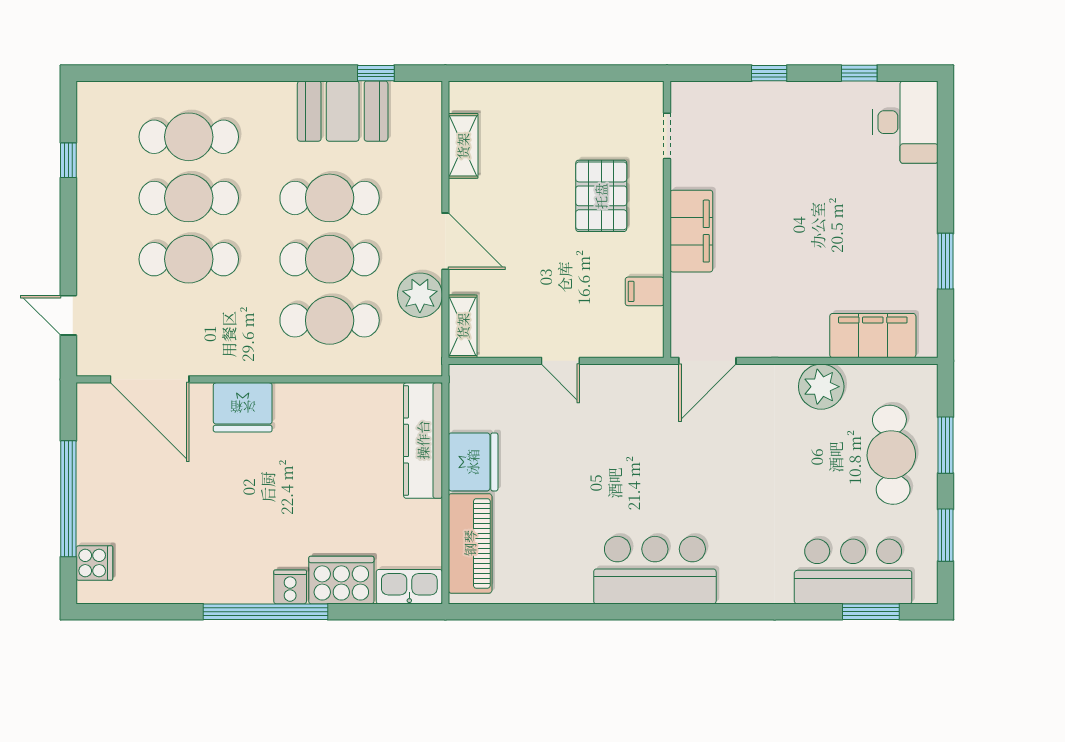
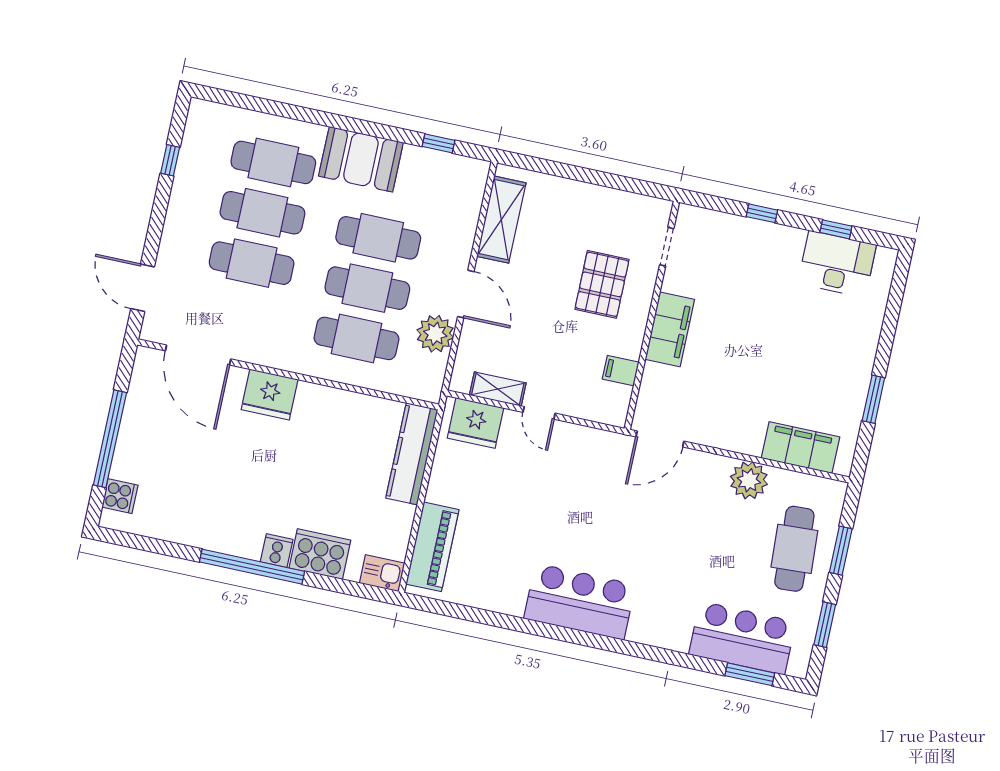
booth: (343, 111) -> (361, 159), moved
desk: (905, 122) -> (837, 264), moved, turned -90
shelving: (463, 146) -> (501, 220), width x1.50, depth x1.33
door: (68, 315) -> (143, 288), width x1.37
shelving: (463, 326) -> (498, 389), moved, turned 90
fridge: (473, 462) -> (476, 423), moved, turned 90
kitchen sink: (409, 587) -> (382, 573), width x0.73

